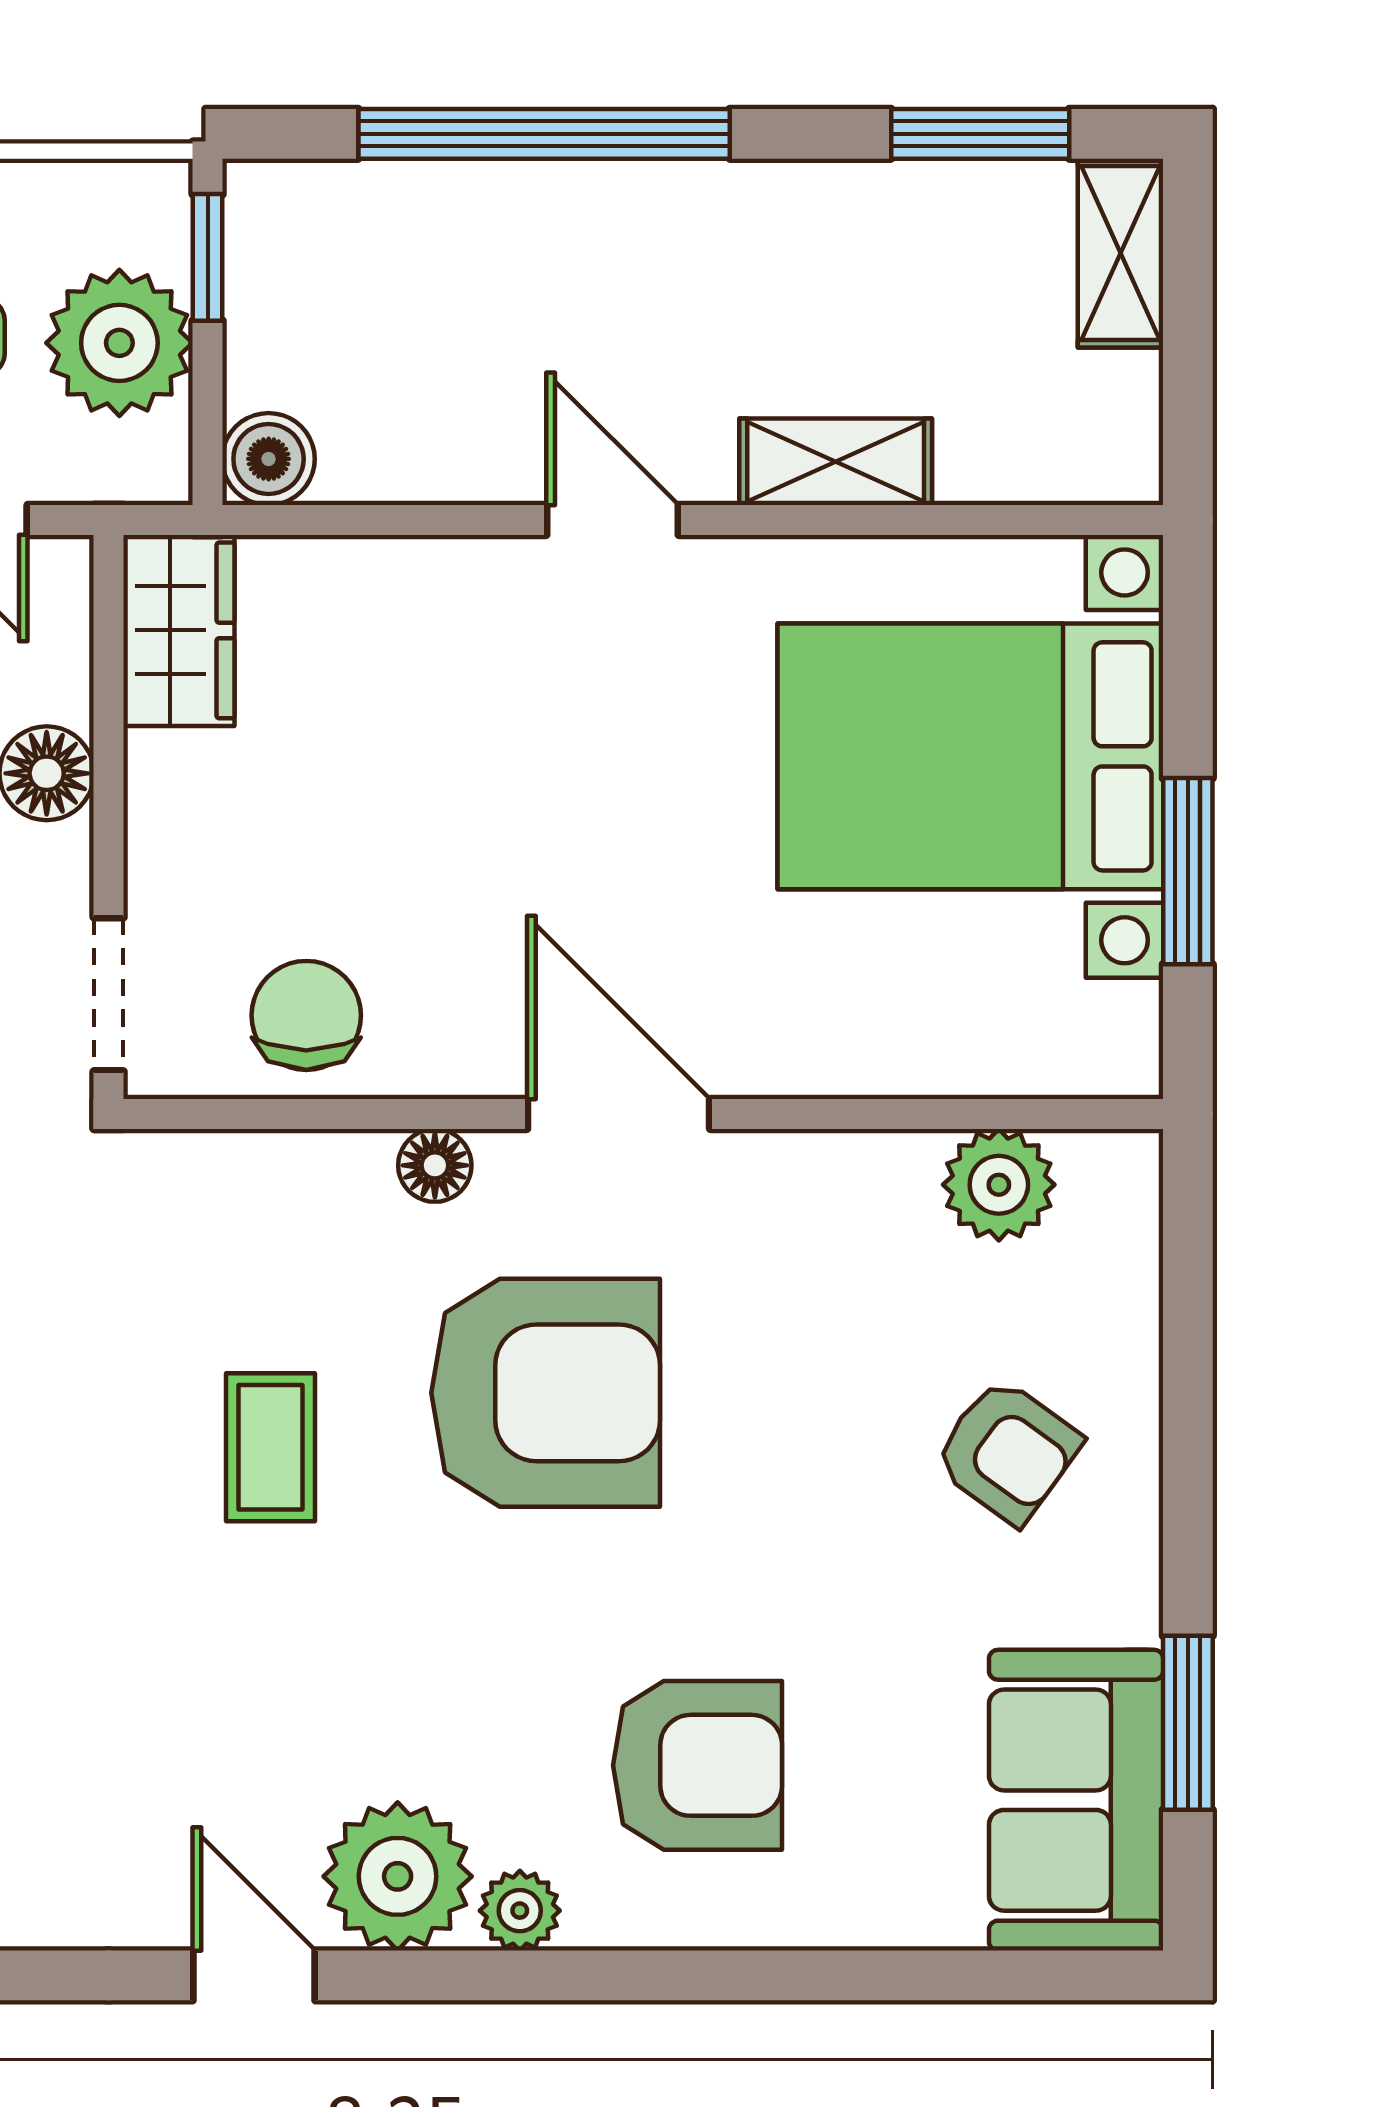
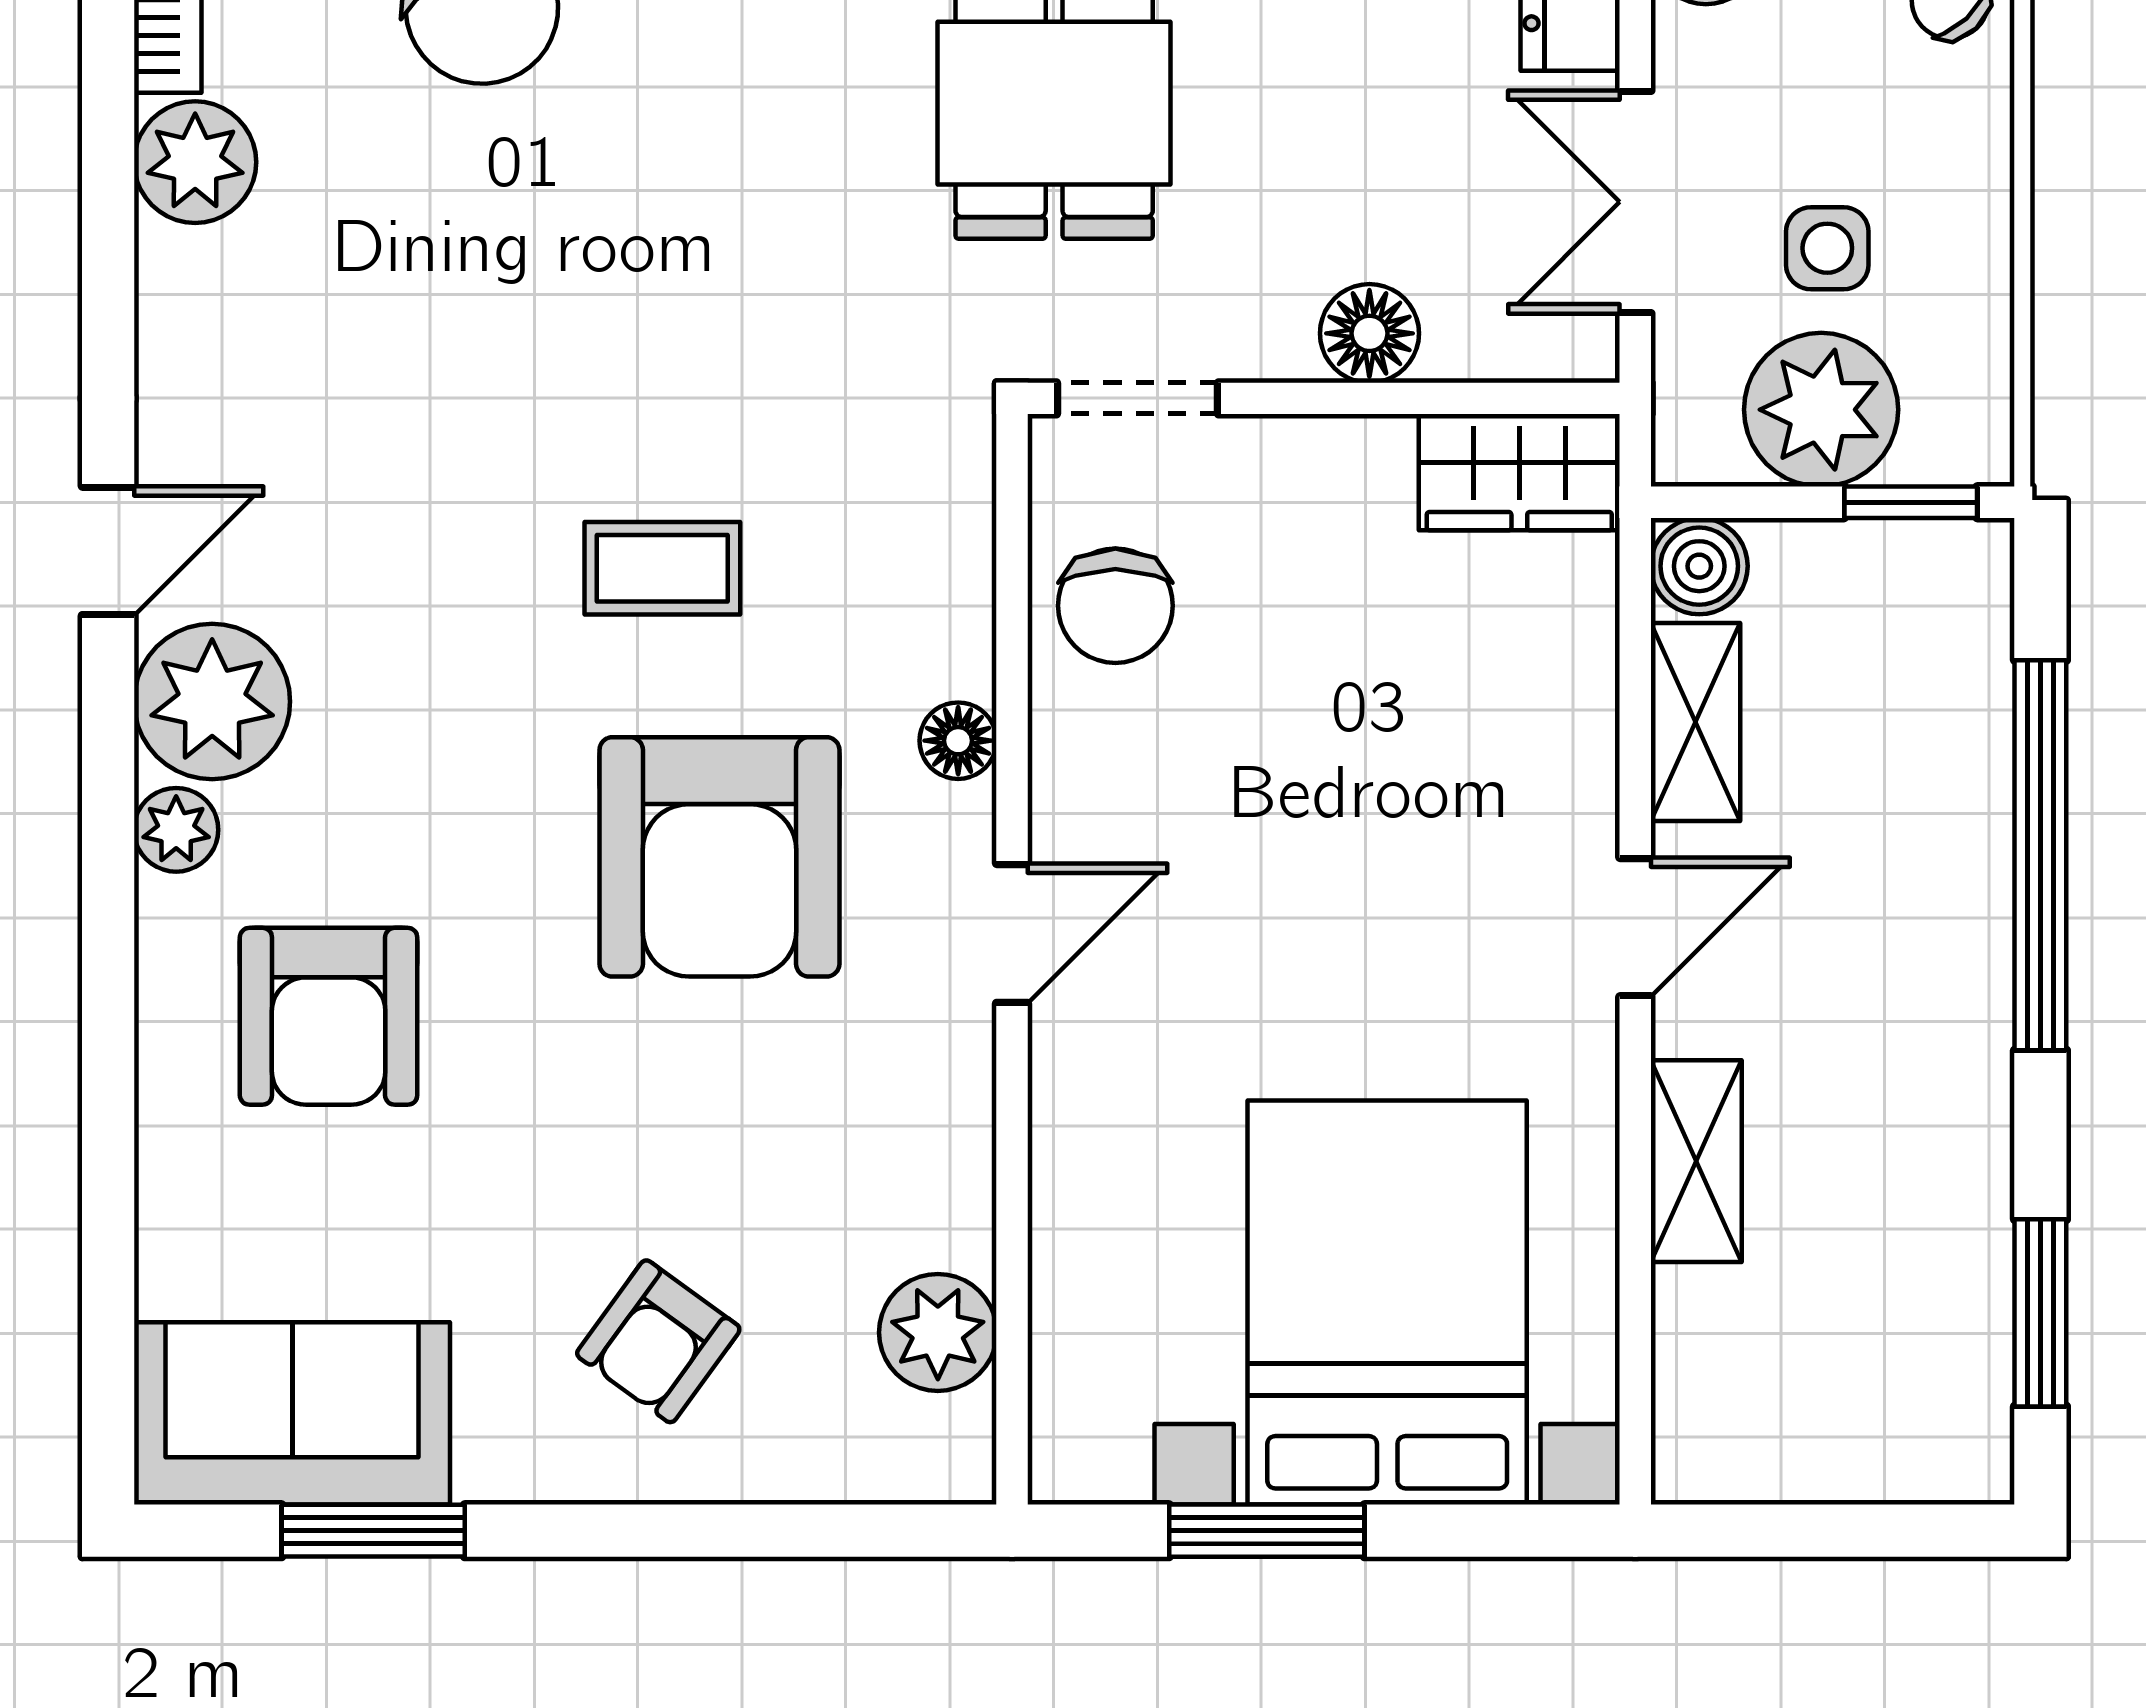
shelving: (1121, 253) -> (1696, 722), moved, turned 90
chair: (306, 1015) -> (1115, 606), turned 90
door: (619, 1114) -> (1012, 933), width x0.73

